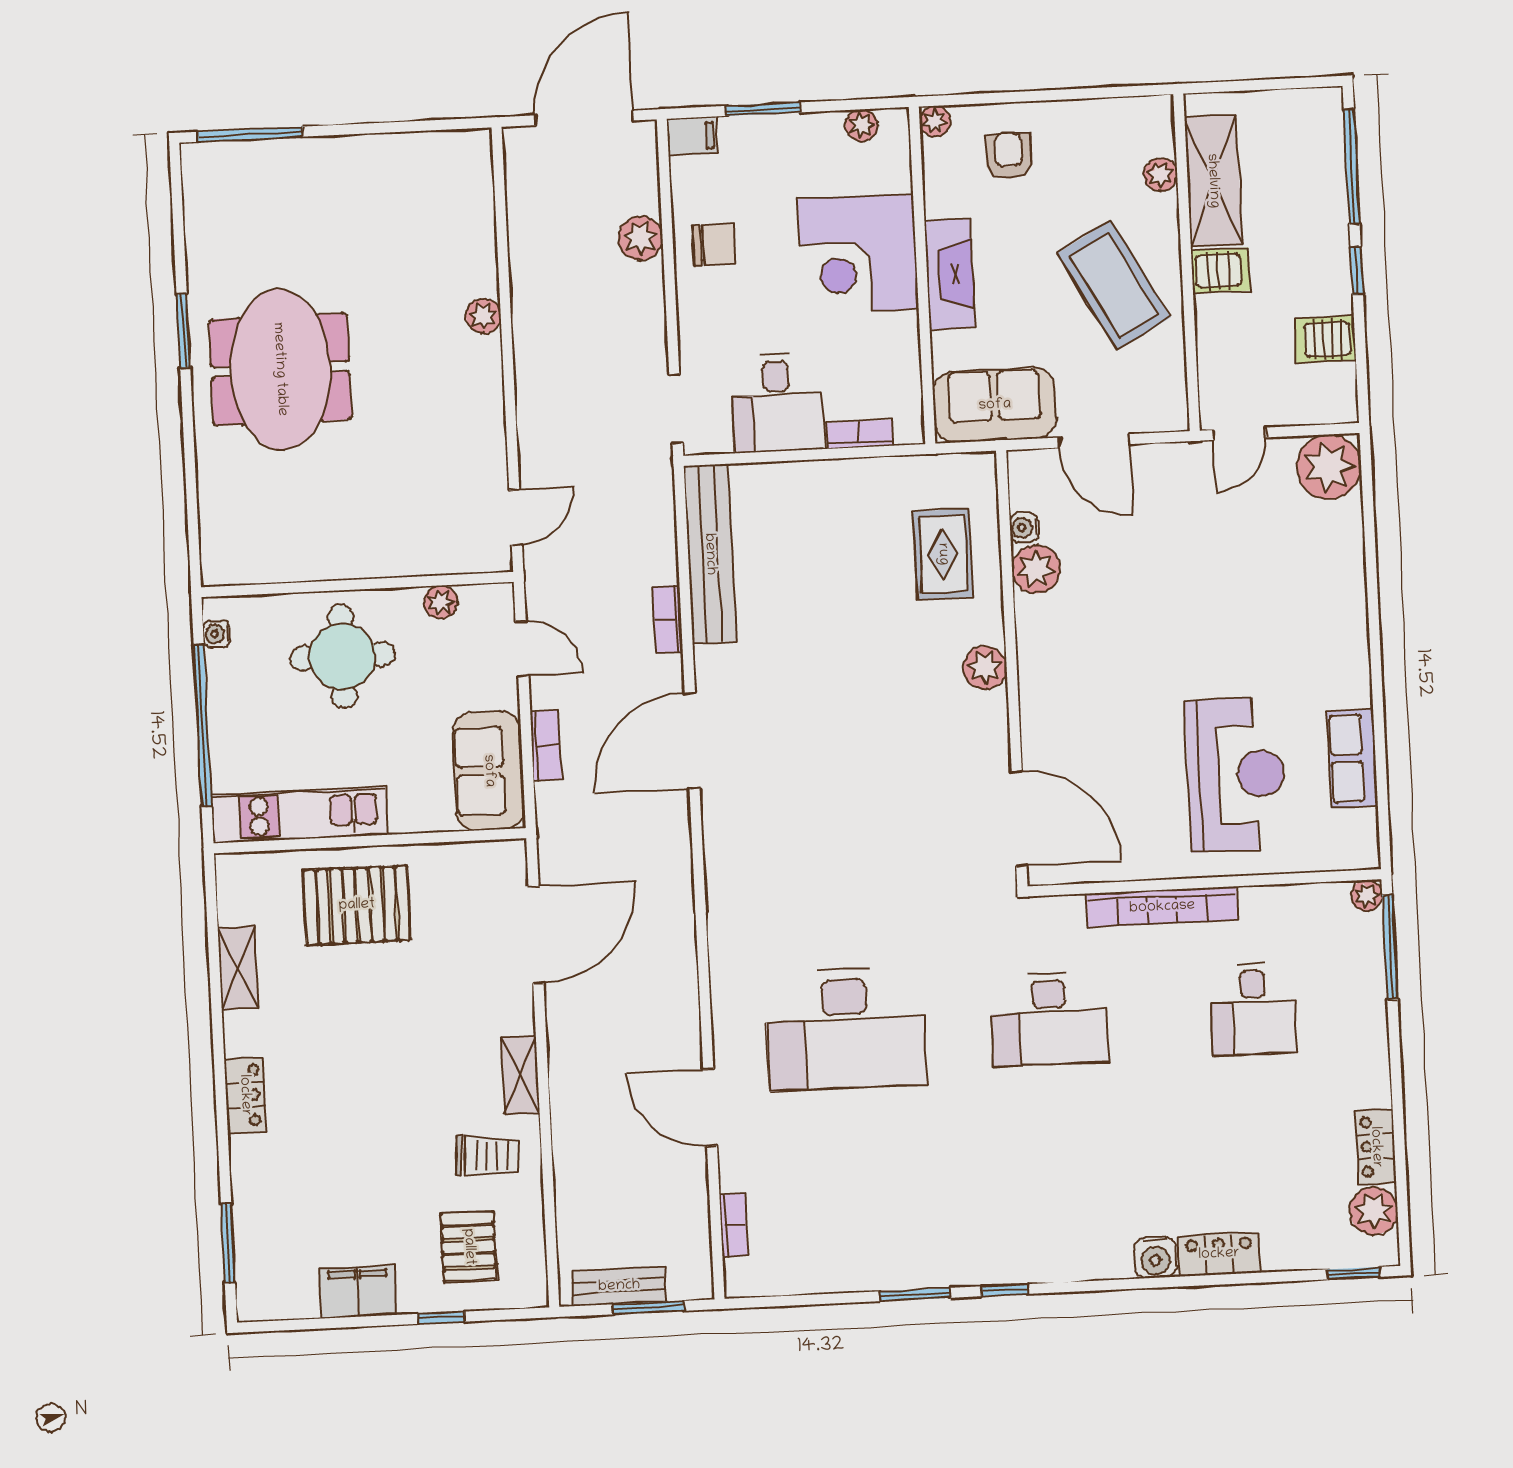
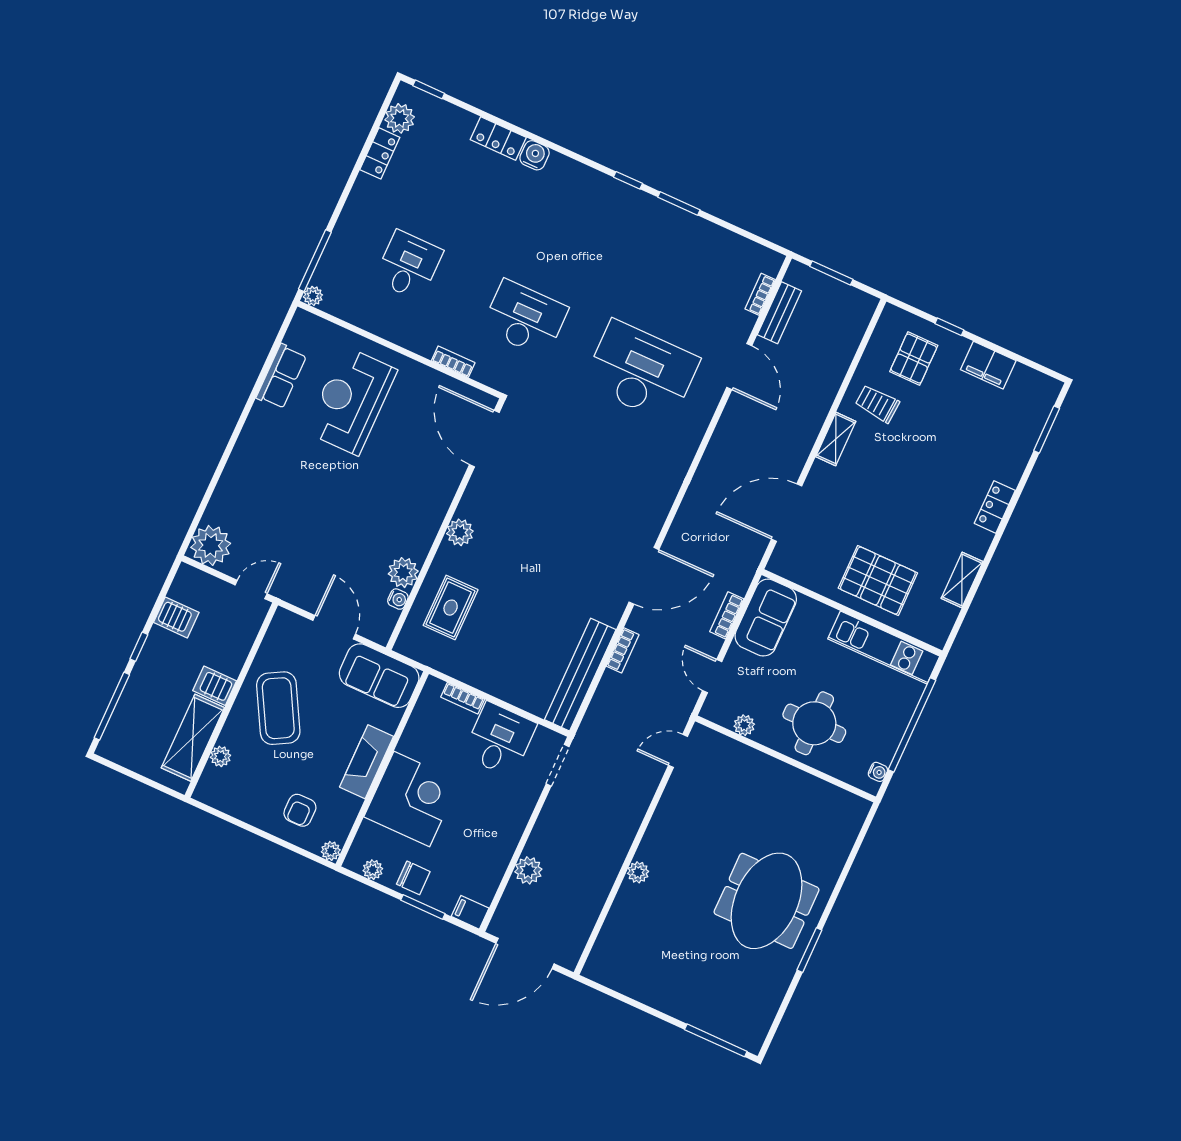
chair: (714, 245) -> (413, 878), moved, turned 180
bookcase: (1162, 907) -> (453, 362), width x0.43, depth x0.76
bench: (619, 1286) -> (779, 313), moved, turned 90

